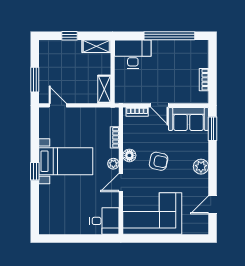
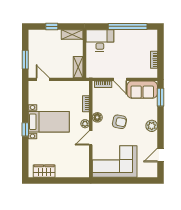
desk: (104, 221) -> (78, 167), removed
wardrobe: (60, 226) -> (44, 171), added

